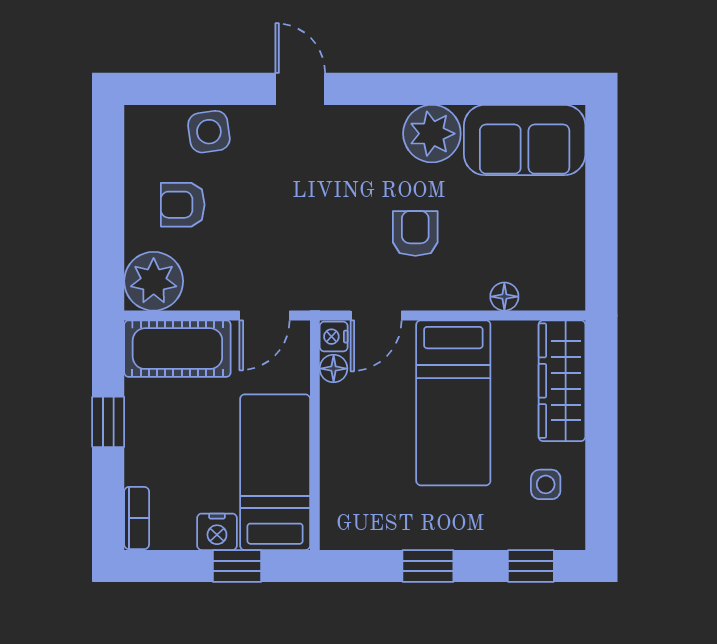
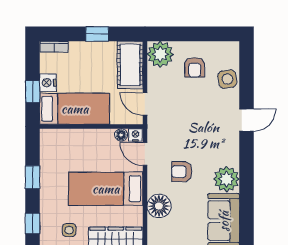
armchair: (183, 205) -> (195, 67), turned 180
armchair: (415, 233) -> (182, 172), turned 180
floor lamp: (504, 297) -> (159, 206), width x1.89, depth x1.89

